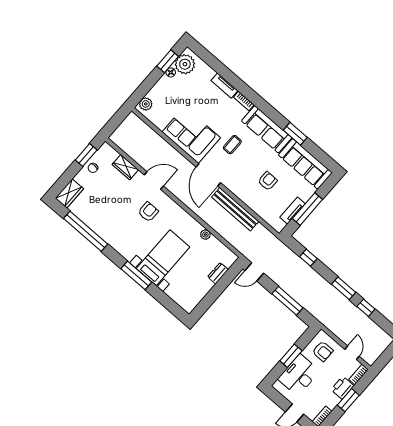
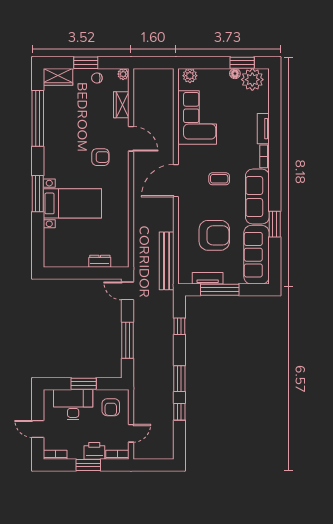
corner sofa: (191, 135) -> (197, 118), moved
window: (86, 155) -> (86, 63), moved
armchair: (268, 181) -> (214, 235), width x1.88, depth x1.88
bench: (235, 209) -> (167, 261), moved
plant: (205, 235) -> (123, 74), moved

